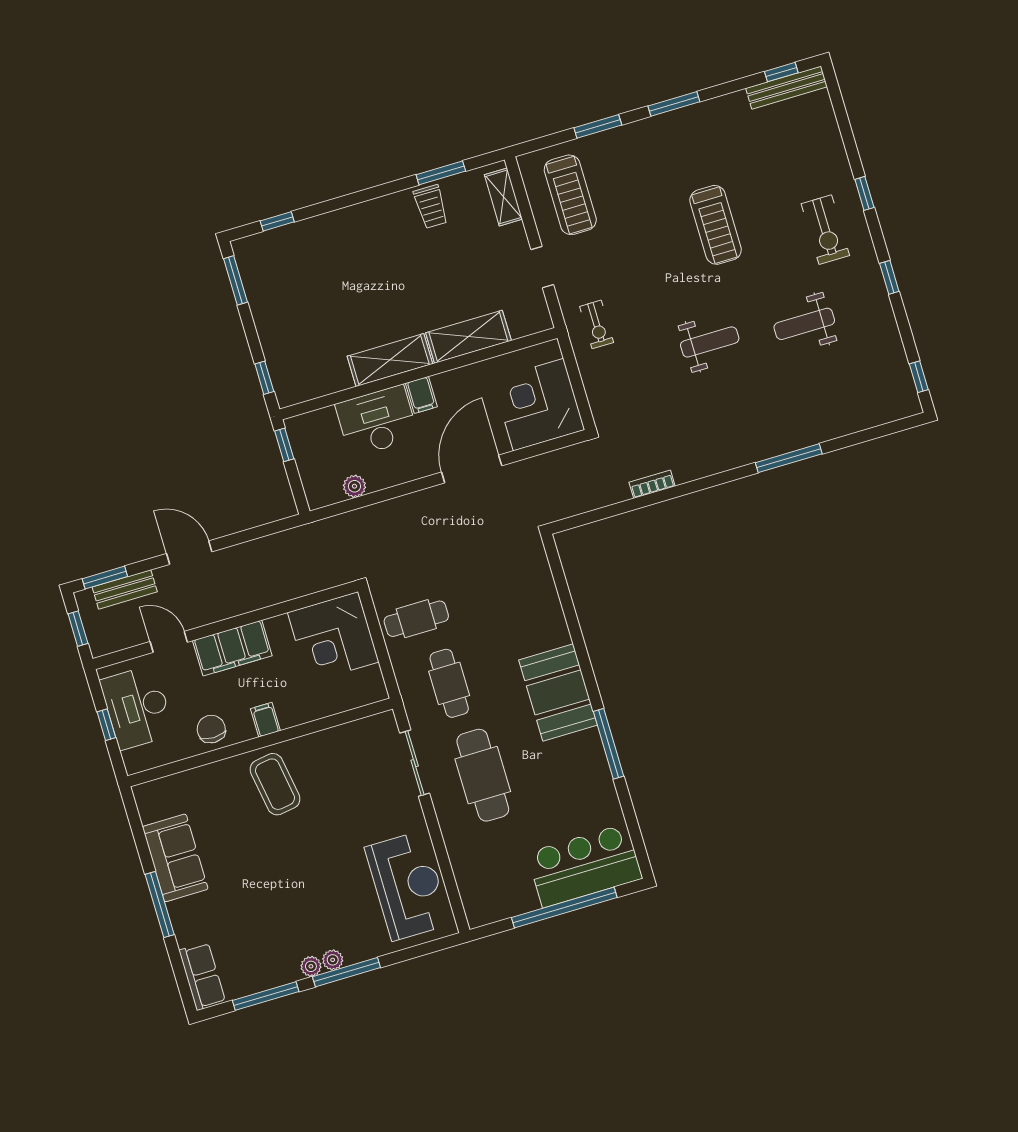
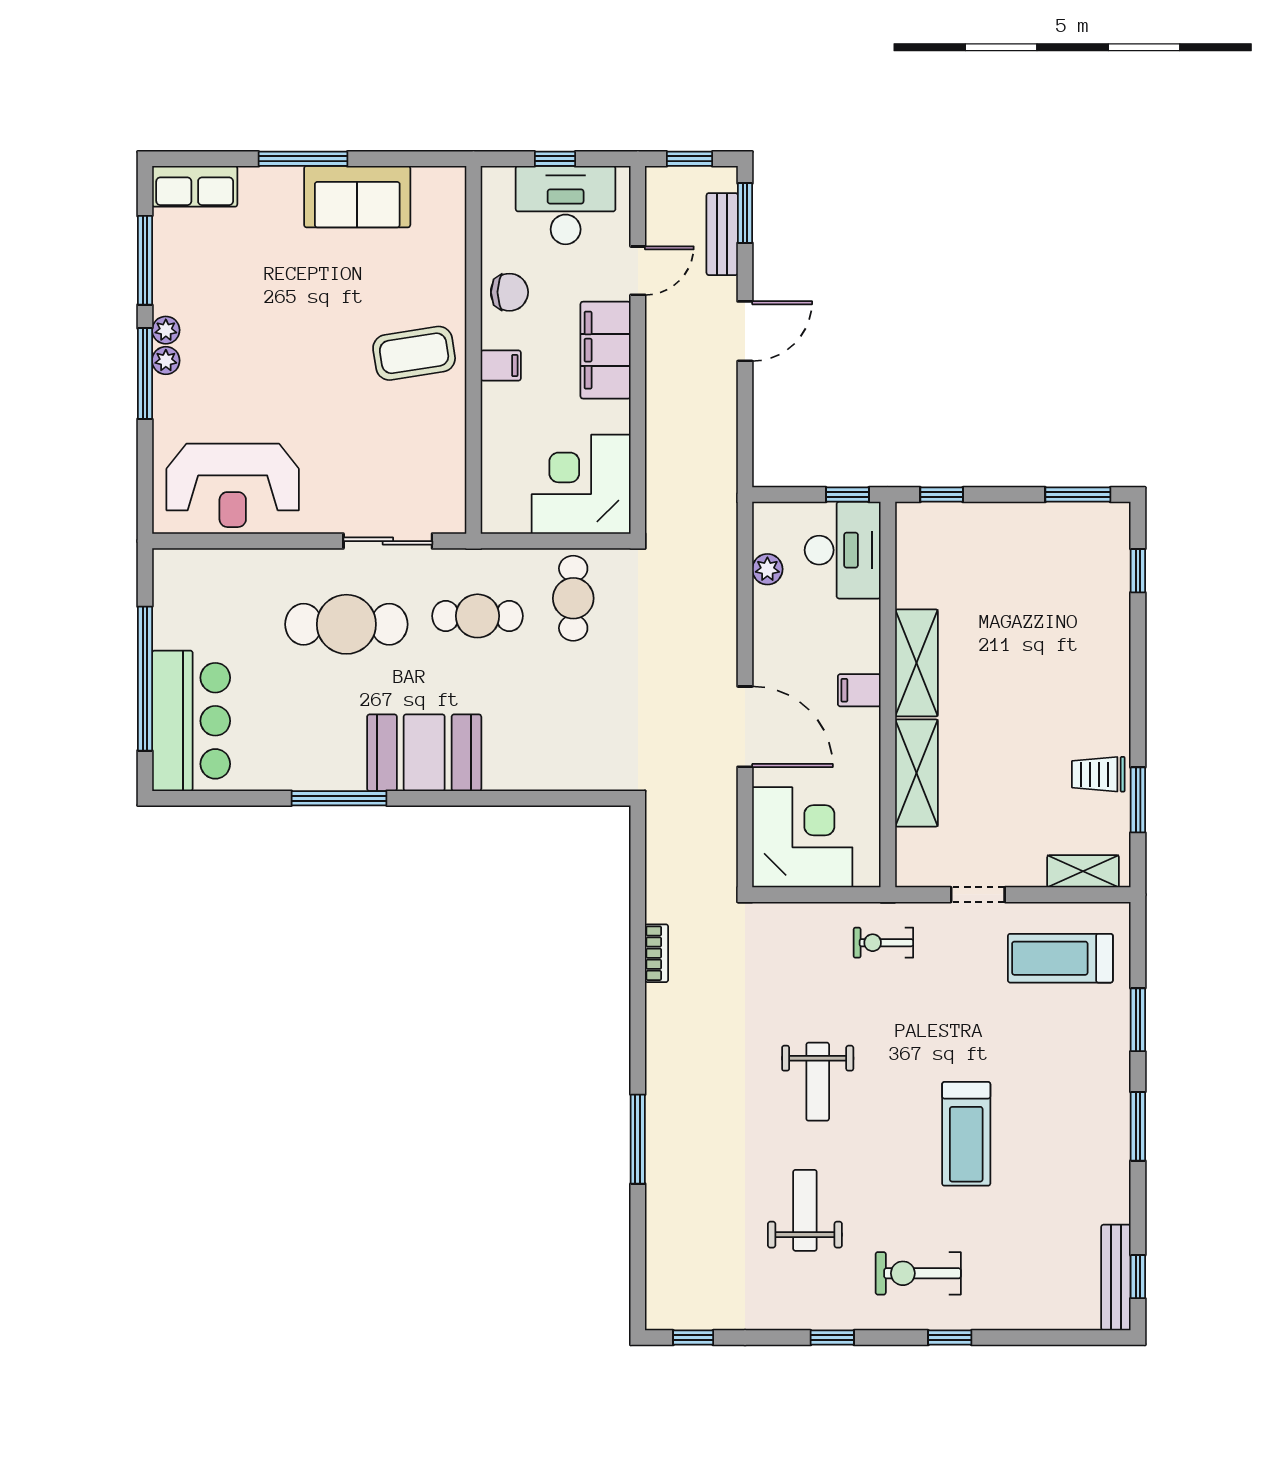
treadmill: (716, 225) -> (966, 1134), turned -90
desk: (377, 421) -> (843, 550), moved

